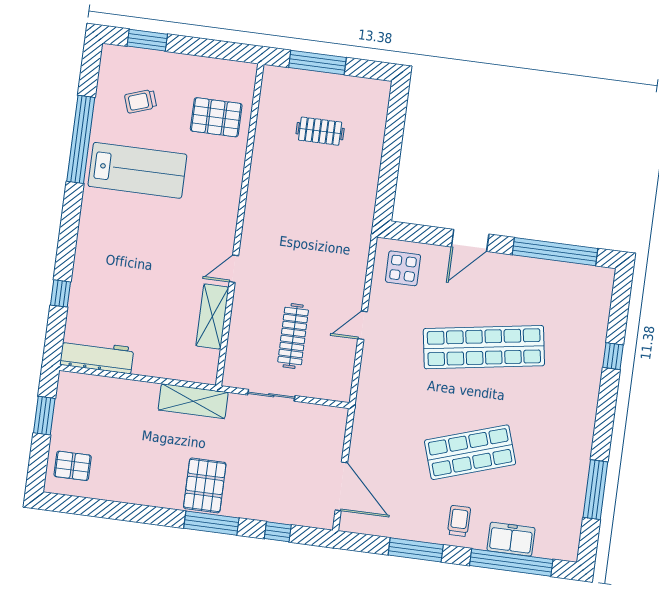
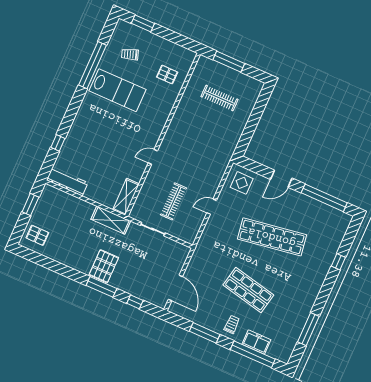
pallet: (216, 117) -> (167, 75), width x0.67, depth x0.71
clothes rail: (320, 131) -> (220, 98), width x1.36
shelving: (212, 316) -> (126, 197), moved
shop shelf: (470, 452) -> (248, 290), turned 30

